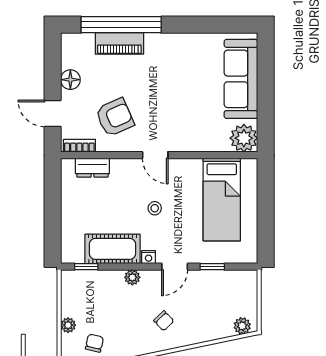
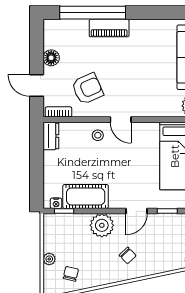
piano: (119, 43) -> (109, 28), moved
dresser: (92, 168) -> (51, 136), moved, turned -90
stool: (155, 208) -> (98, 135), moved
nightstand: (149, 257) -> (56, 203), moved
plant: (132, 277) -> (102, 225), width x1.88, depth x1.88

